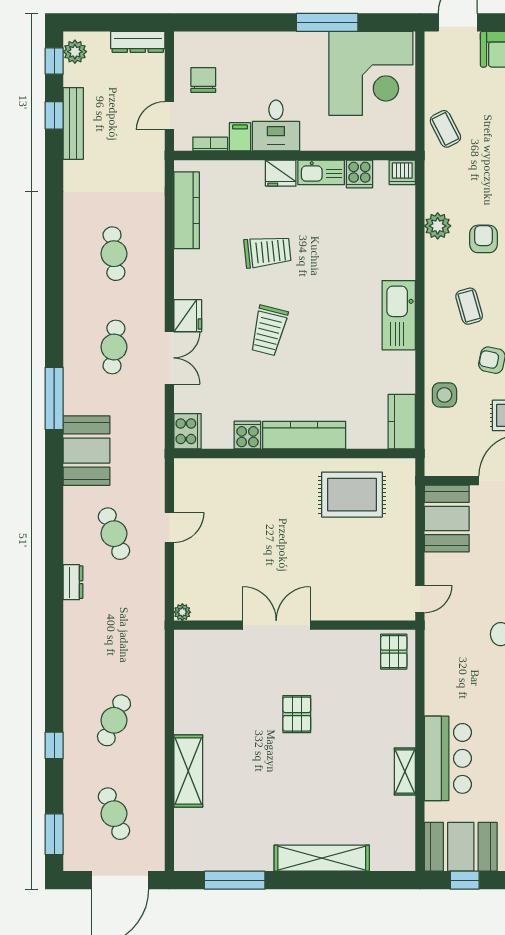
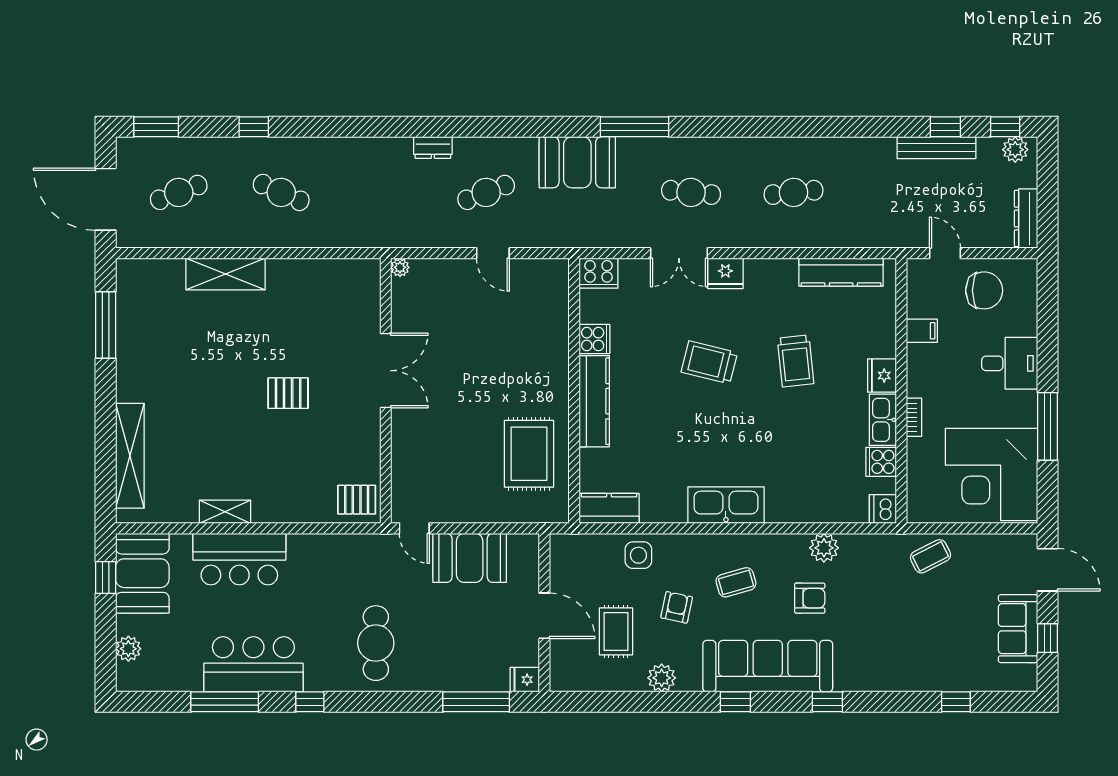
chair: (203, 80) -> (984, 290), width x1.37, depth x1.37
desk: (276, 126) -> (1010, 363), moved, turned 180
bookcase: (210, 144) -> (914, 417), moved
booth: (447, 518) -> (470, 558), moved
shelving: (322, 858) -> (130, 456), moved

